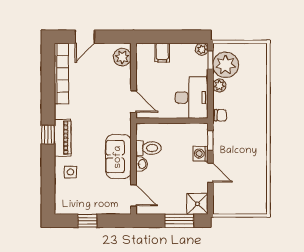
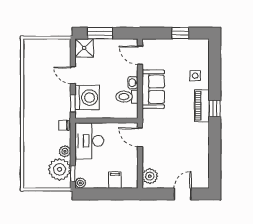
bookcase: (61, 74) -> (203, 162), removed
washing machine: (201, 154) -> (87, 98), width x1.89, depth x1.89

